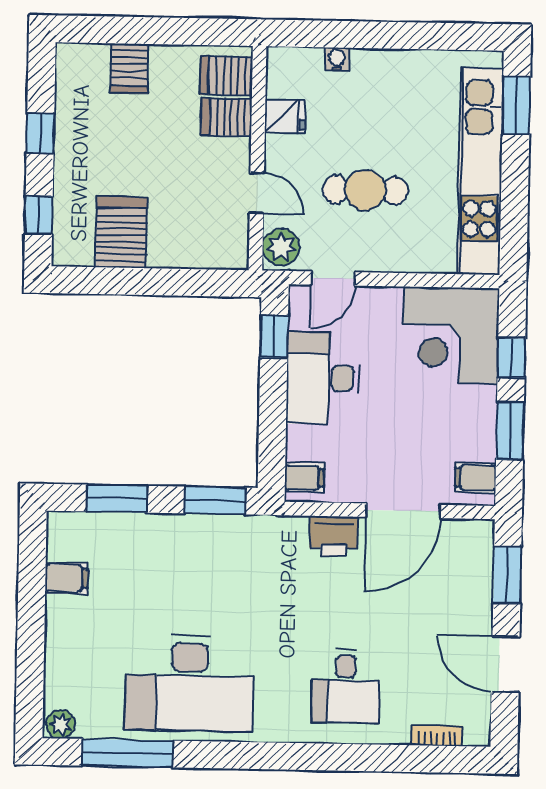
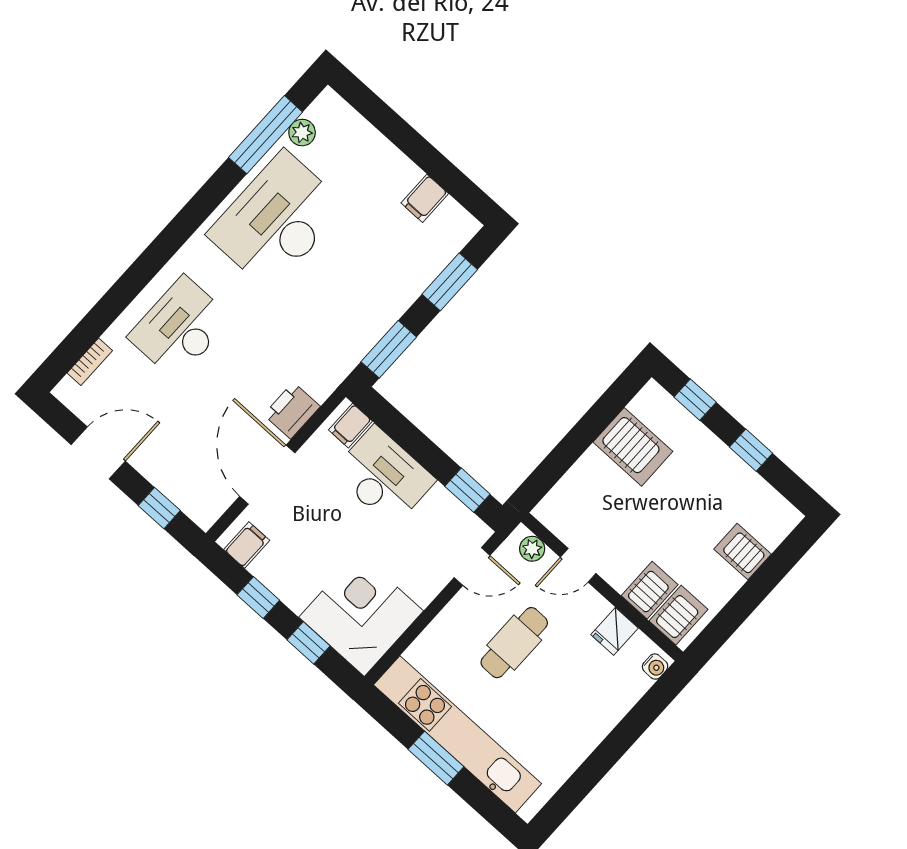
water cooler: (337, 59) -> (655, 667), moved
window: (516, 106) -> (436, 758), moved
plant: (281, 247) -> (532, 549), width x0.73, depth x0.73
door: (333, 278) -> (472, 567), swing flipped
desk: (323, 378) -> (384, 476), moved
window: (510, 431) -> (258, 598), width x0.67
window: (507, 575) -> (159, 508), width x0.67
desk: (346, 686) -> (180, 328), width x1.37
plant: (61, 724) -> (302, 133), moved

